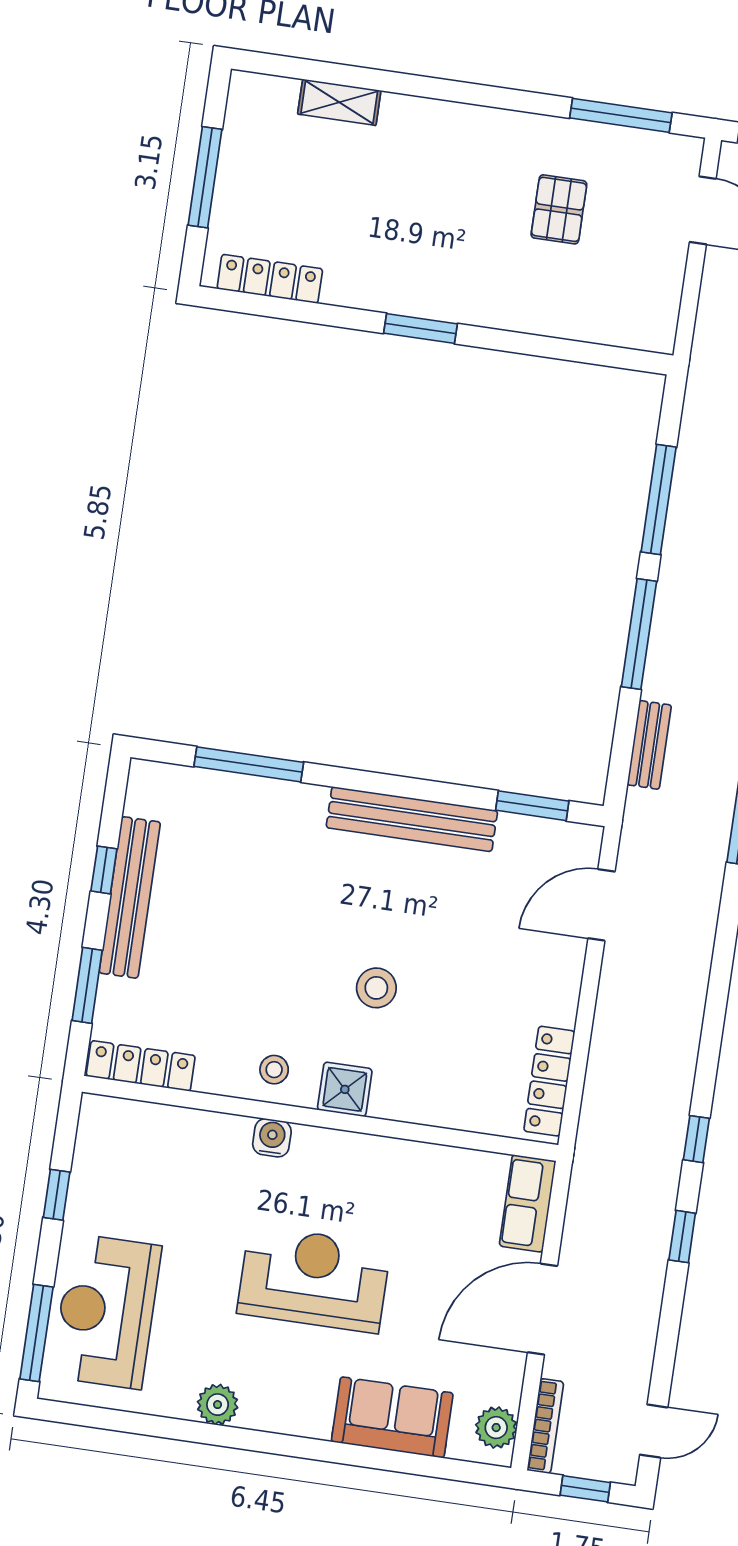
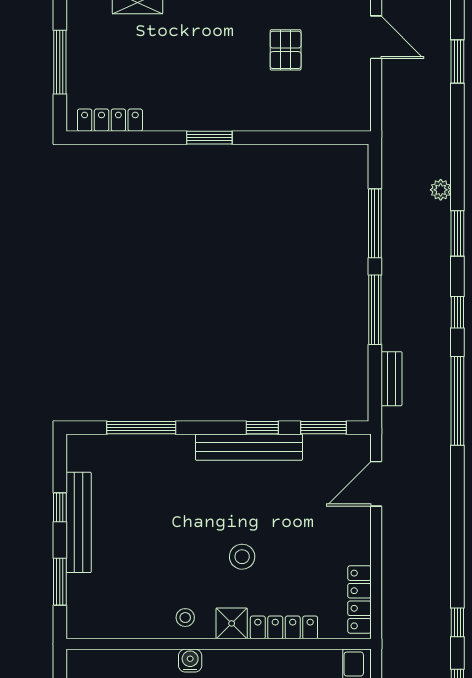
window: (437, 792) -> (262, 428), added
locker: (141, 1066) -> (284, 627), moved

